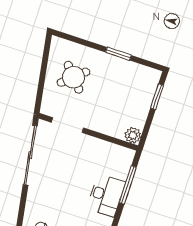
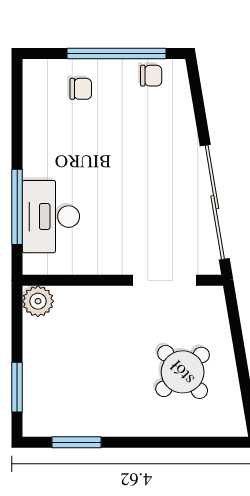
window: (118, 54) -> (77, 442), moved
desk: (106, 195) -> (51, 217), moved

